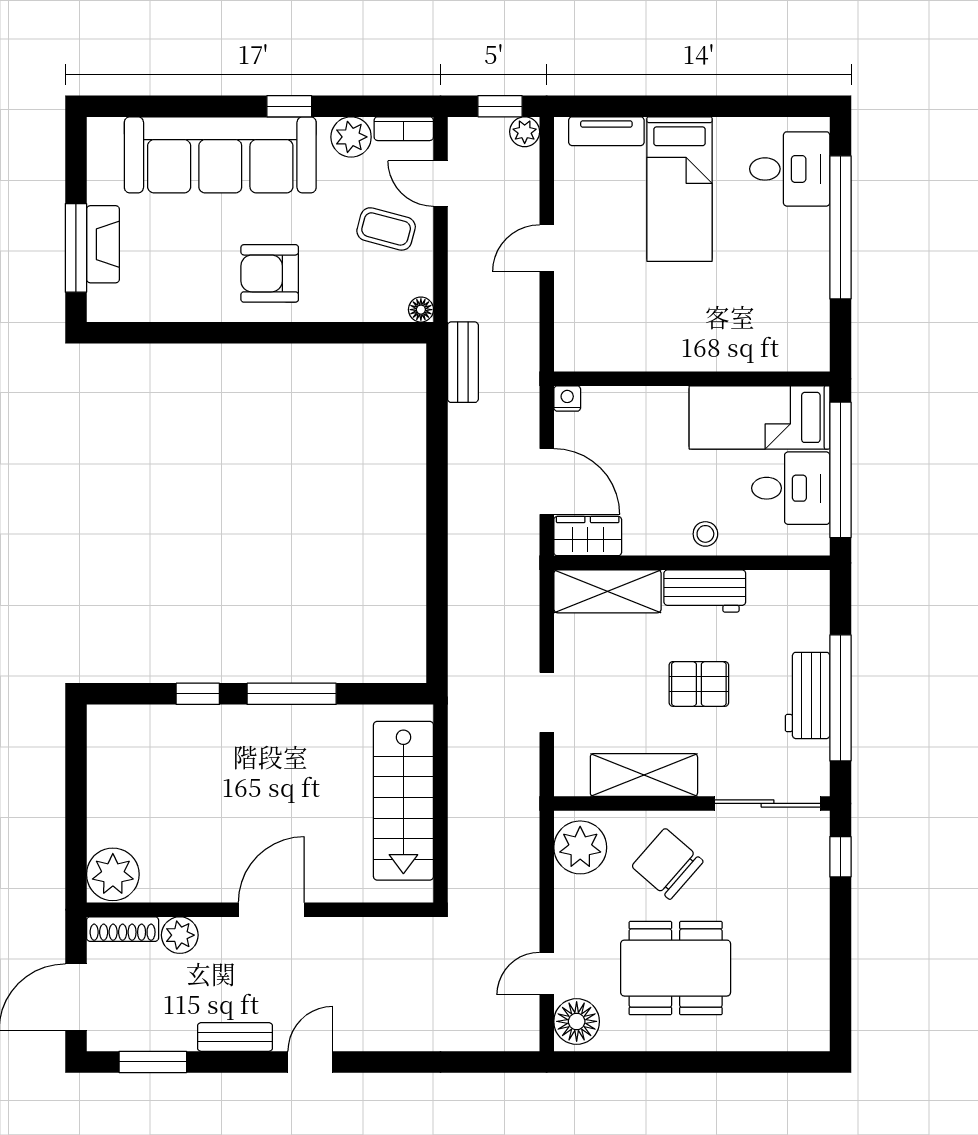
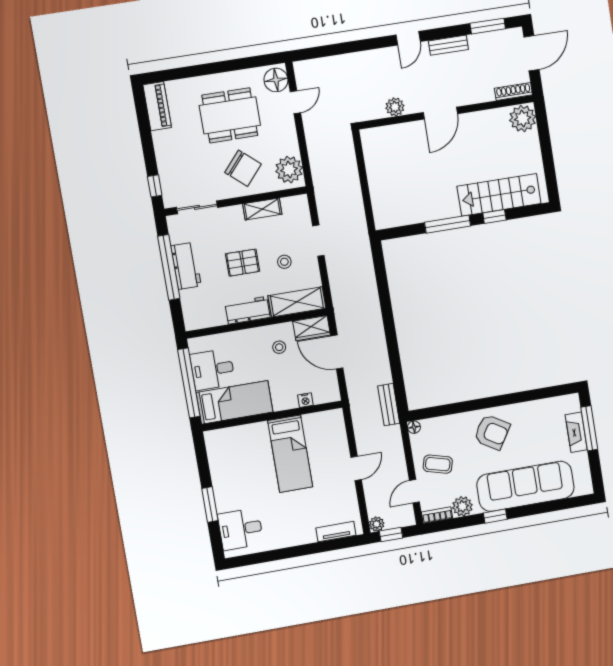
door: (440, 184) -> (414, 491), swing flipped
bed: (679, 189) -> (290, 454), moved, turned 180
window: (840, 227) -> (210, 504), width x0.47
armchair: (270, 273) -> (492, 432), turned 32
nightstand: (567, 398) -> (305, 400), moved
stool: (705, 534) -> (279, 347), moved
stool: (619, 673) -> (284, 262), added
shelving: (644, 775) -> (262, 209), width x0.67, depth x0.75
stairs: (403, 801) -> (499, 195), moved, turned -90
sliding door: (768, 803) -> (197, 207), width x0.73
plant: (180, 935) -> (395, 107), moved
piano: (810, 1007) -> (157, 106), added

